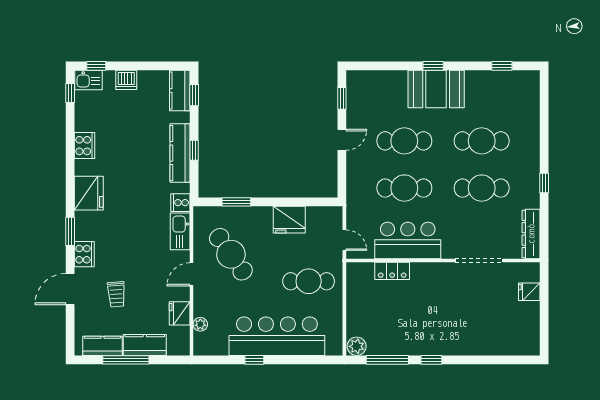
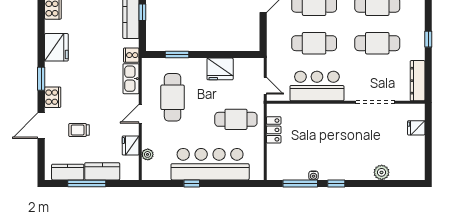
cafe table: (231, 254) -> (173, 97), turned 35
locker: (392, 271) -> (274, 130), moved, turned -90
trolley: (116, 294) -> (79, 130), turned 94
plant: (357, 346) -> (382, 172), moved
water cooler: (404, 350) -> (314, 175), added

